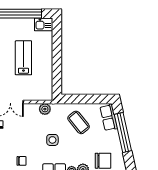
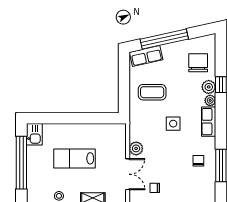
plant: (45, 109) -> (136, 148), moved
coffee table: (79, 122) -> (152, 92), turned 39

